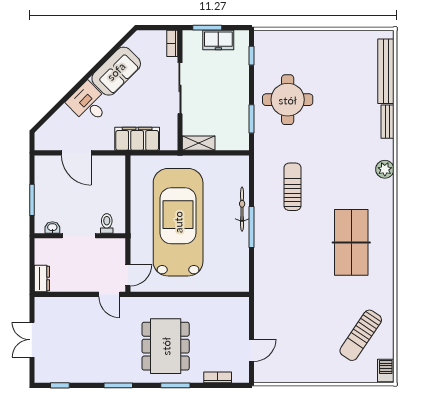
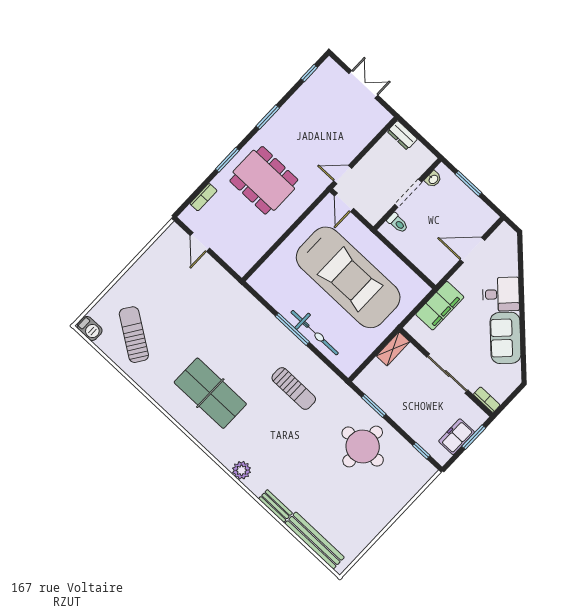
bicycle: (242, 209) -> (315, 333), width x1.37, depth x1.40

